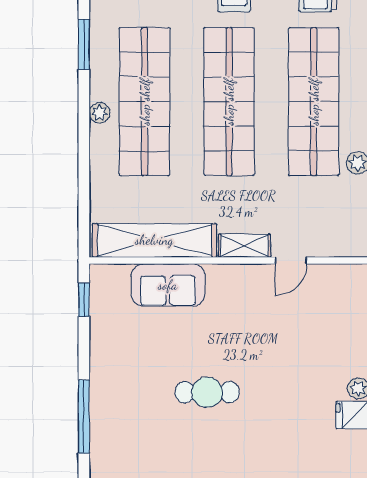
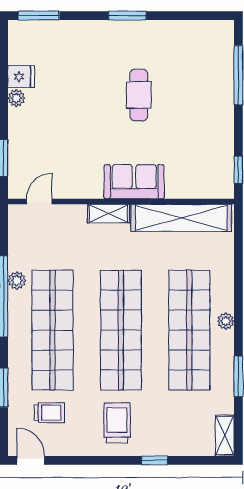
door: (291, 260) -> (39, 202), moved
sofa: (168, 285) -> (134, 182), moved
cafe table: (207, 392) -> (139, 95), turned 90

